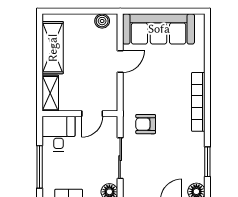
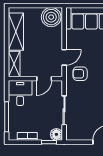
boiler: (102, 21) -> (51, 17), width x1.86, depth x1.86
door: (120, 61) -> (64, 57), moved
armchair: (146, 124) -> (80, 74), moved

